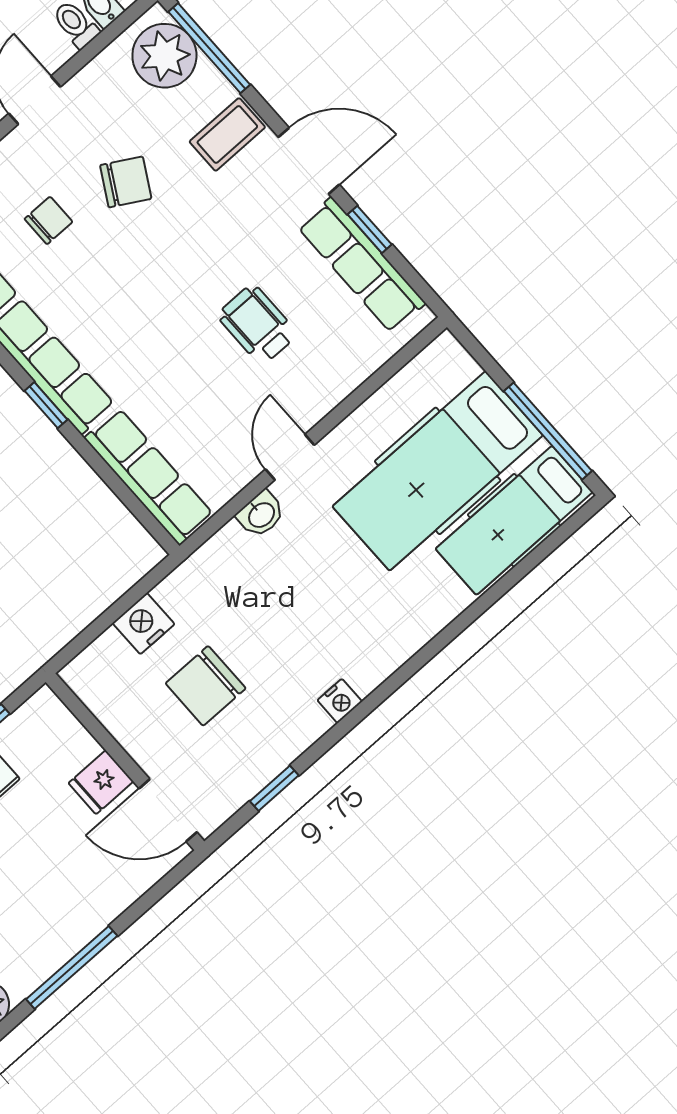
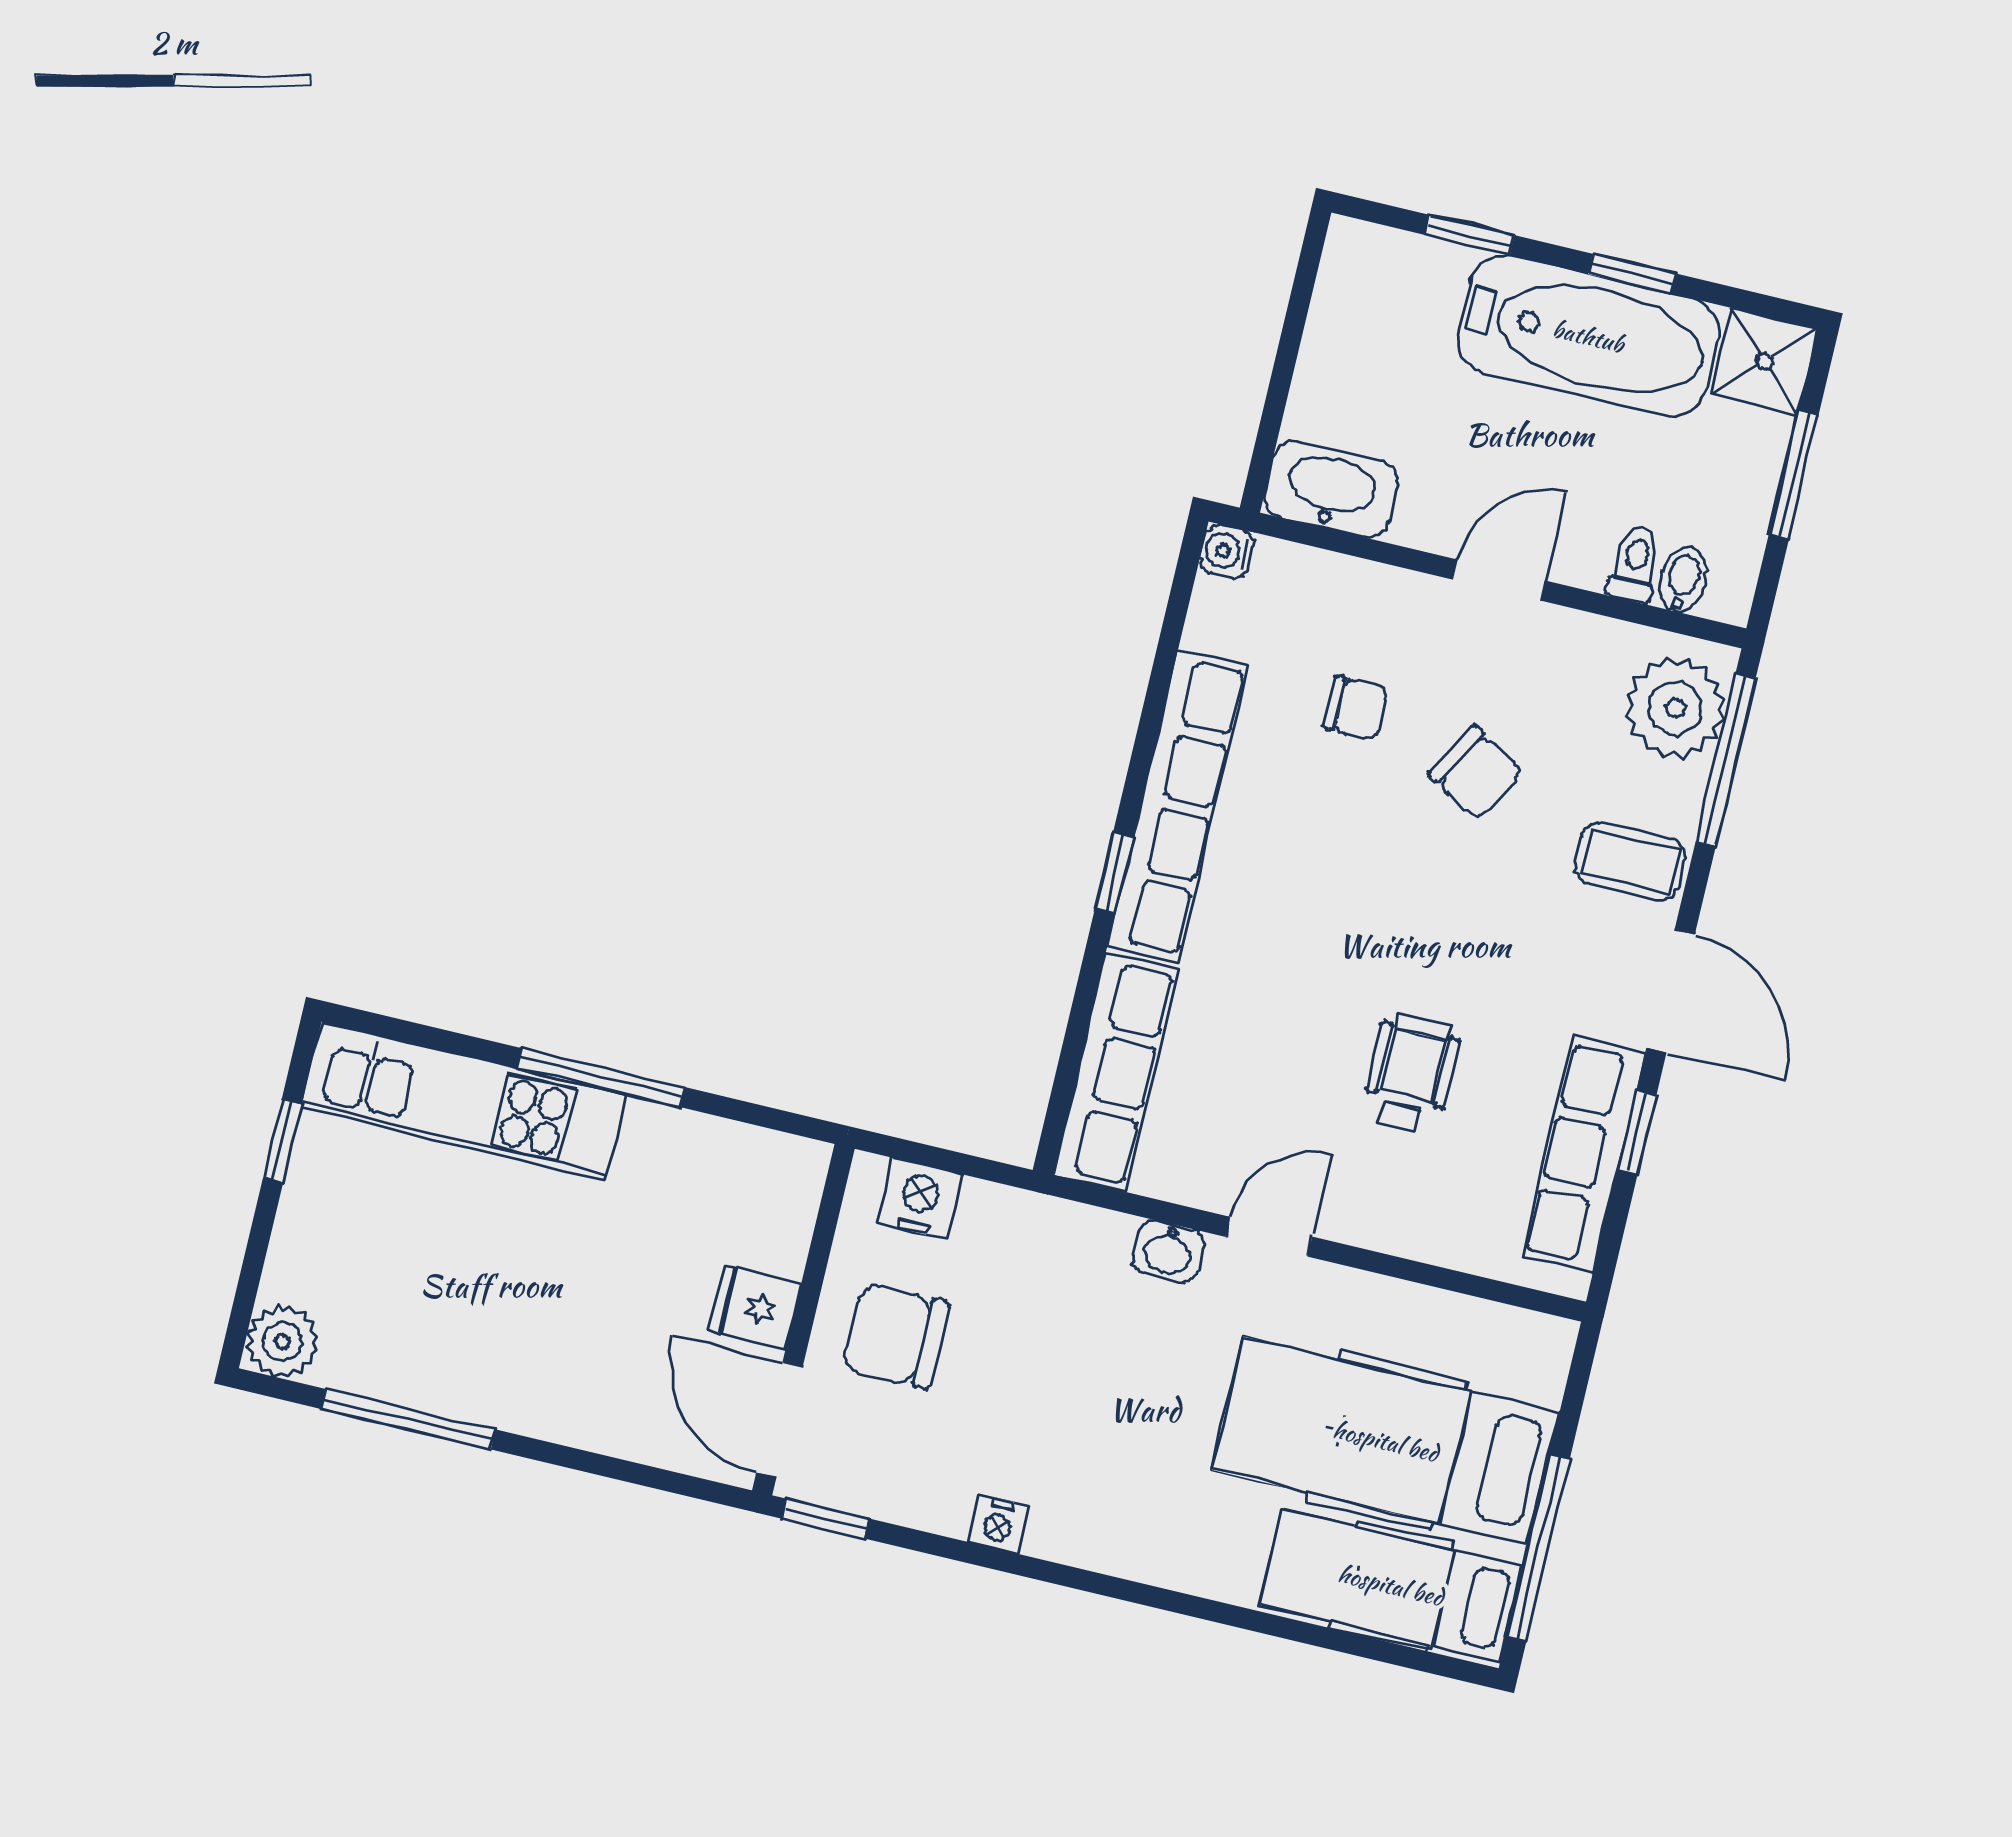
wall: (125, 762) -> (803, 1320), moved
fridge: (101, 782) -> (755, 1307), moved
door: (168, 810) -> (780, 1420), moved

